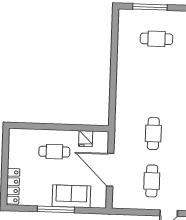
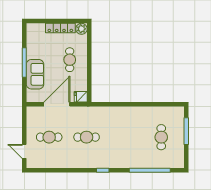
plant: (16, 135) -> (81, 29), added
fridge: (86, 139) -> (81, 97), moved
locker: (13, 186) -> (60, 28), moved

